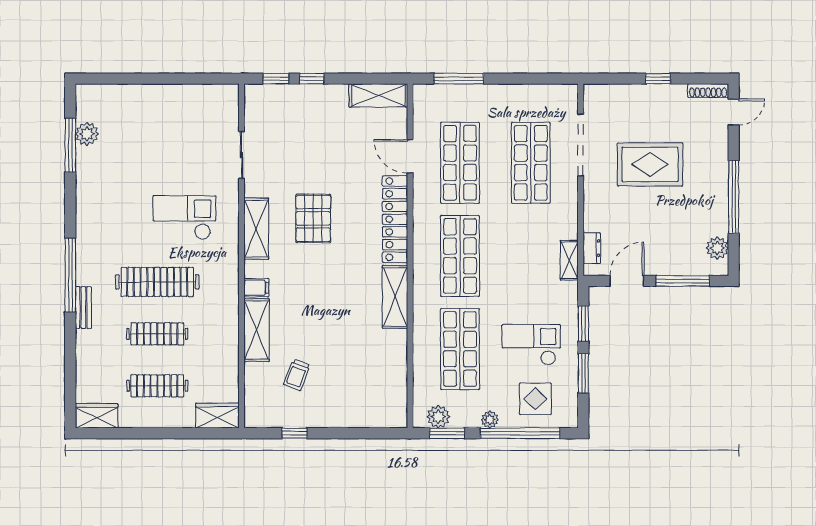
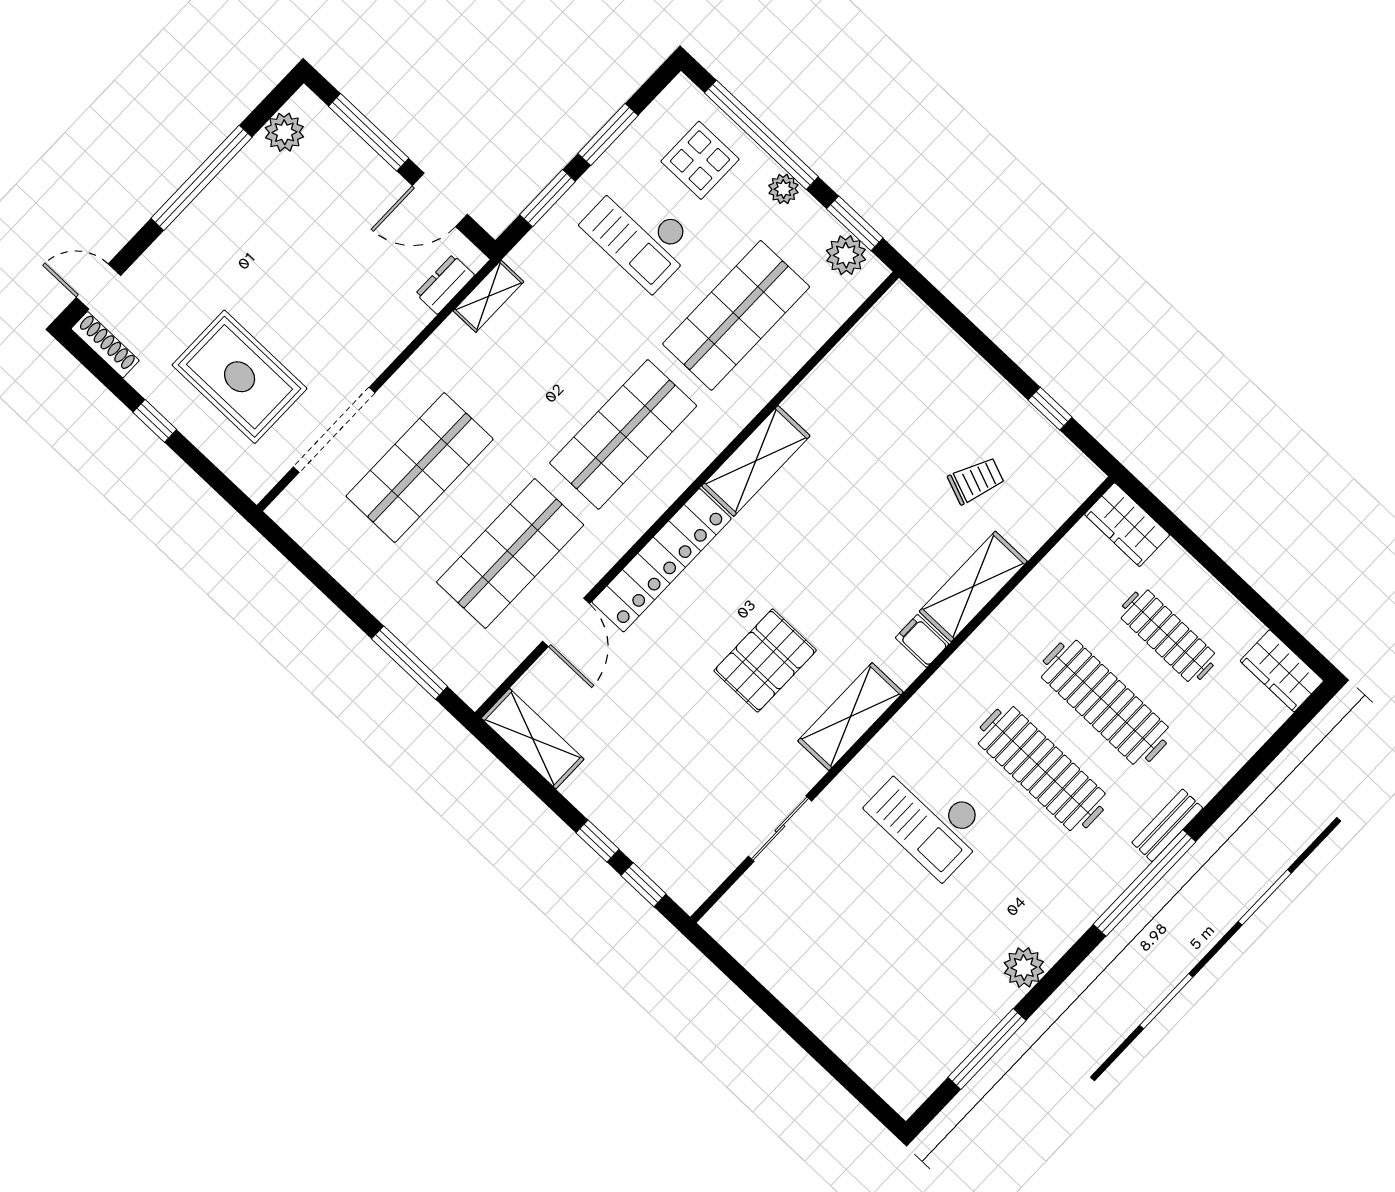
plant: (87, 134) -> (1024, 967), moved
rug: (650, 164) -> (240, 377), moved
clothes rail: (157, 334) -> (1105, 702), width x1.37, depth x1.31

